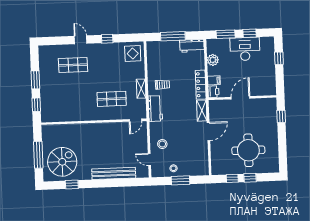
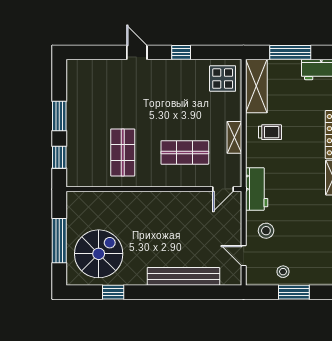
shelving: (153, 57) -> (256, 86), added
shop shelf: (73, 65) -> (123, 152), moved, turned 90
workbench: (155, 109) -> (257, 189), moved

